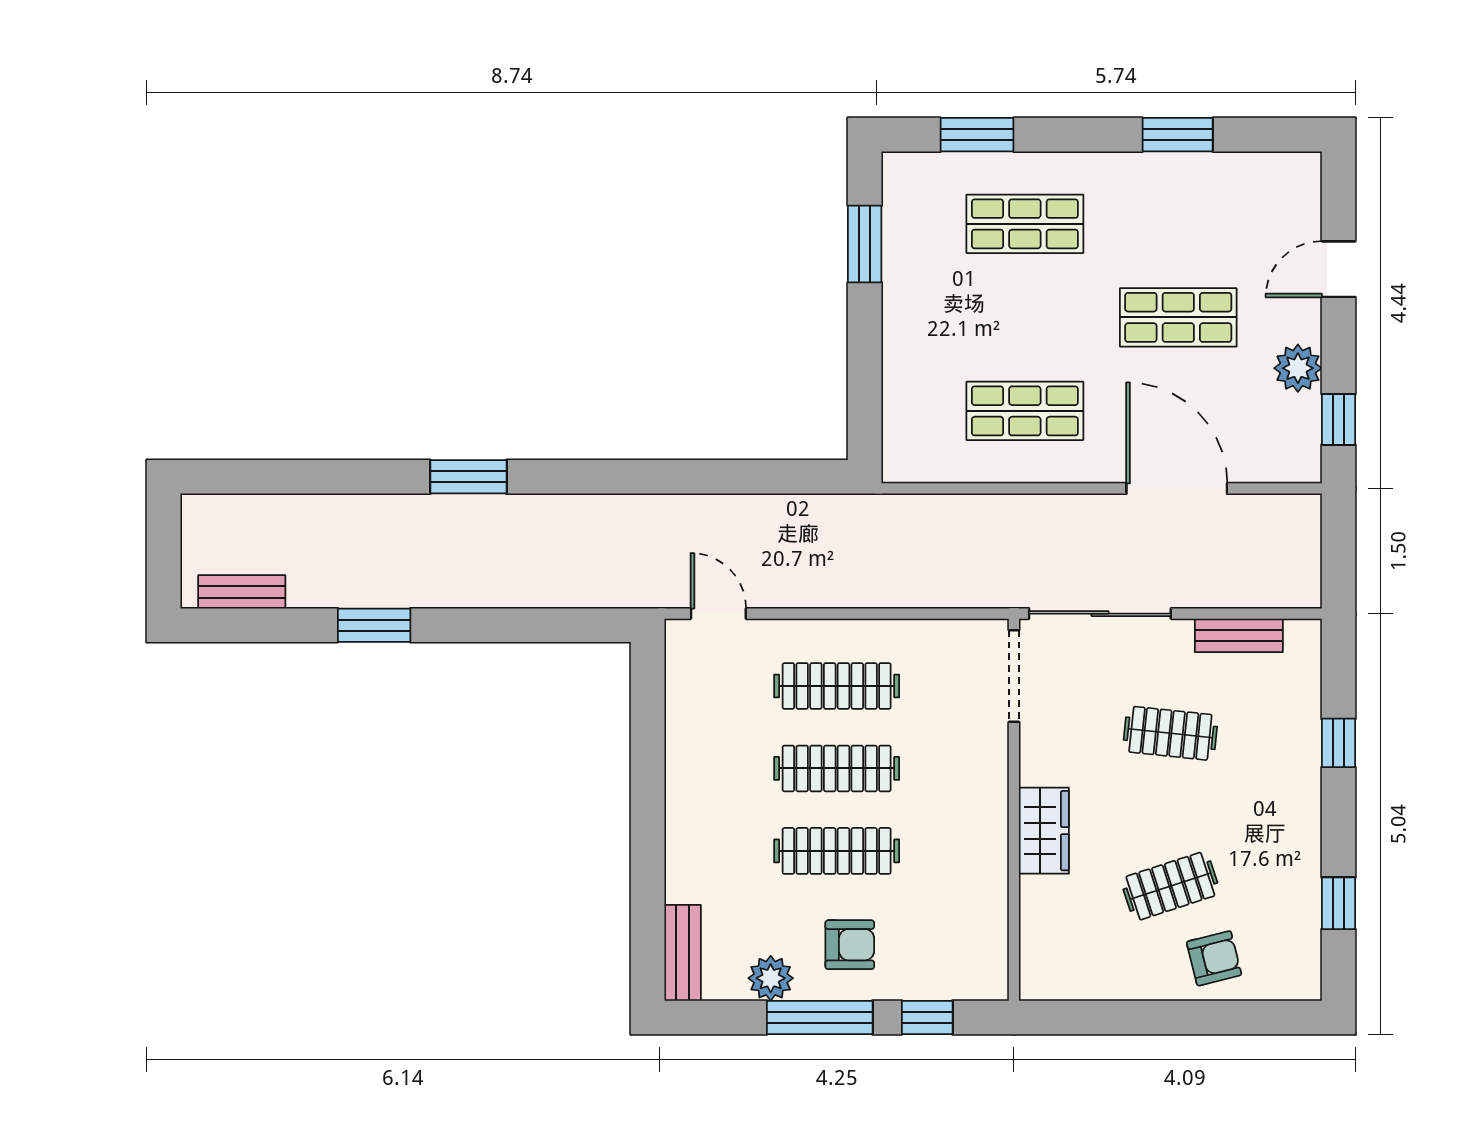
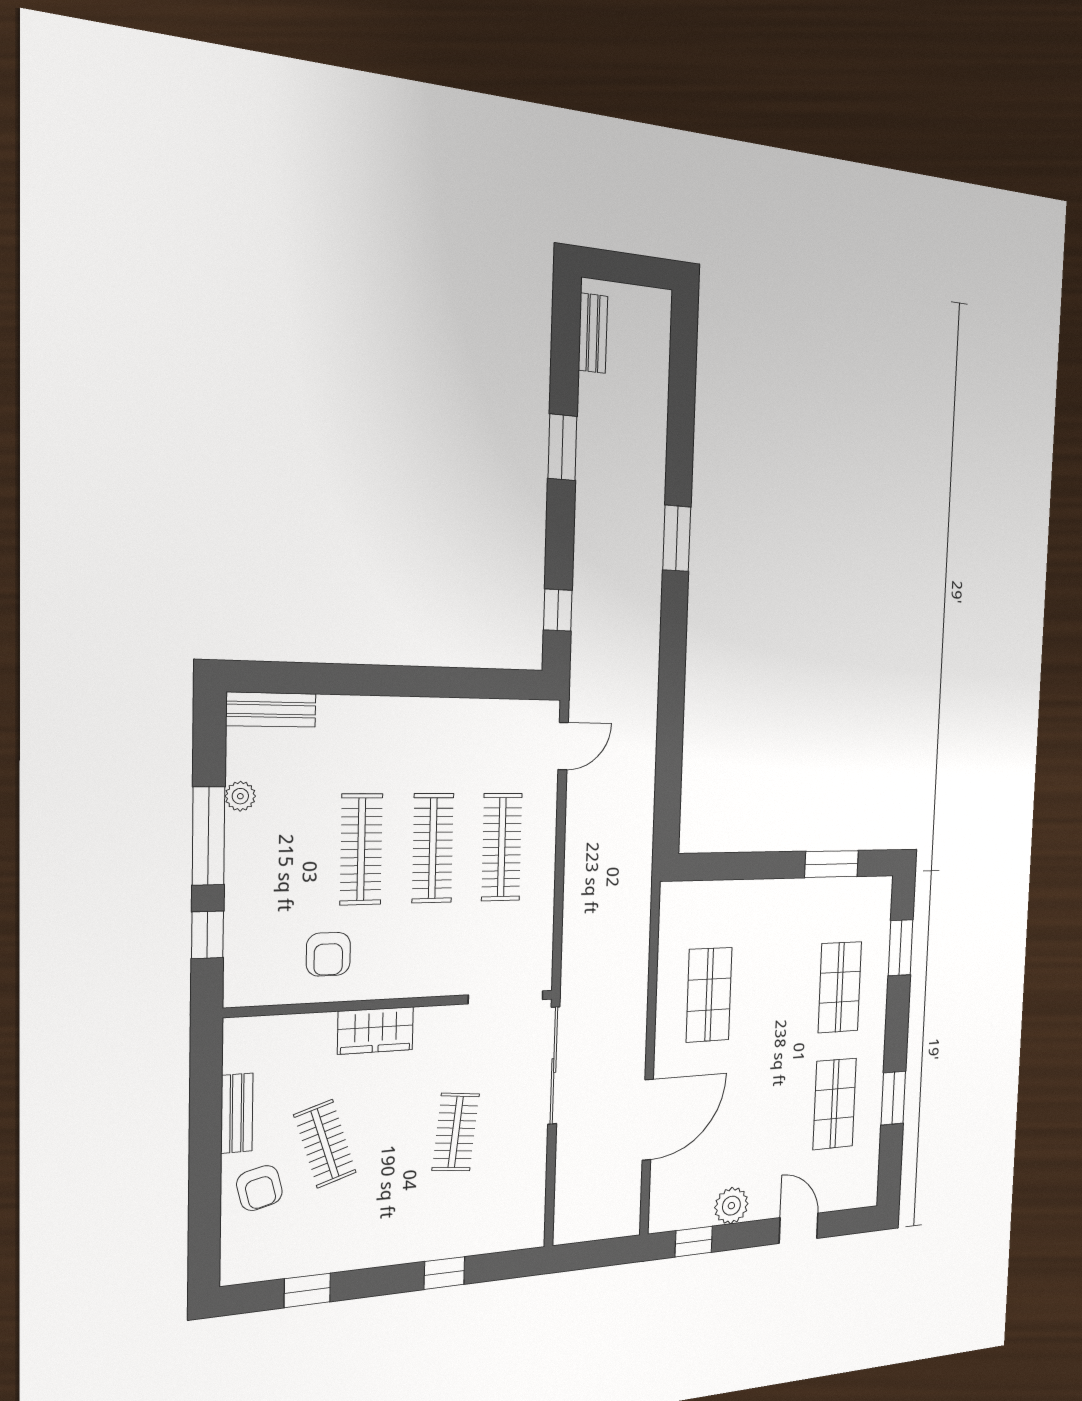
shop shelf: (1178, 317) -> (835, 1104), moved
window: (560, 625) -> (558, 610), added
bench: (1239, 635) -> (237, 1113), moved
armchair: (850, 945) -> (328, 954), moved
plant: (771, 978) -> (240, 796), width x0.73, depth x0.73

